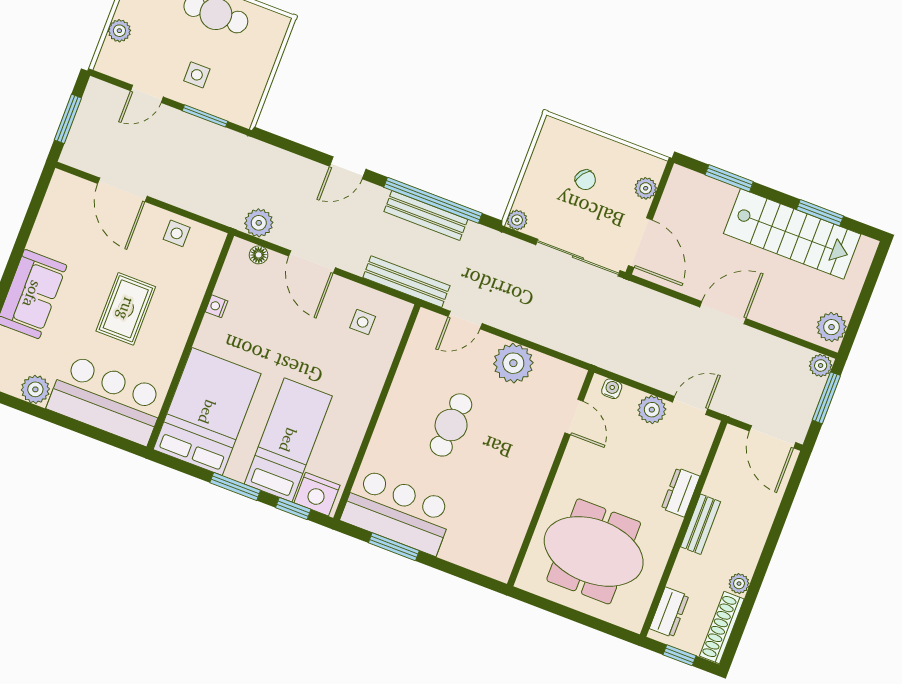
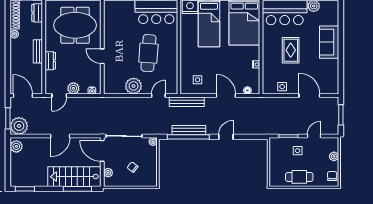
window: (729, 178) -> (77, 189), width x1.44
window: (820, 213) -> (25, 189), moved
plant: (259, 223) -> (252, 103), removed
stairs: (792, 234) -> (74, 177), moved
plant: (821, 365) -> (19, 126), width x1.87, depth x1.87
door: (574, 417) -> (102, 56), moved
cafe table: (451, 425) -> (148, 53), width x1.37, depth x1.35

